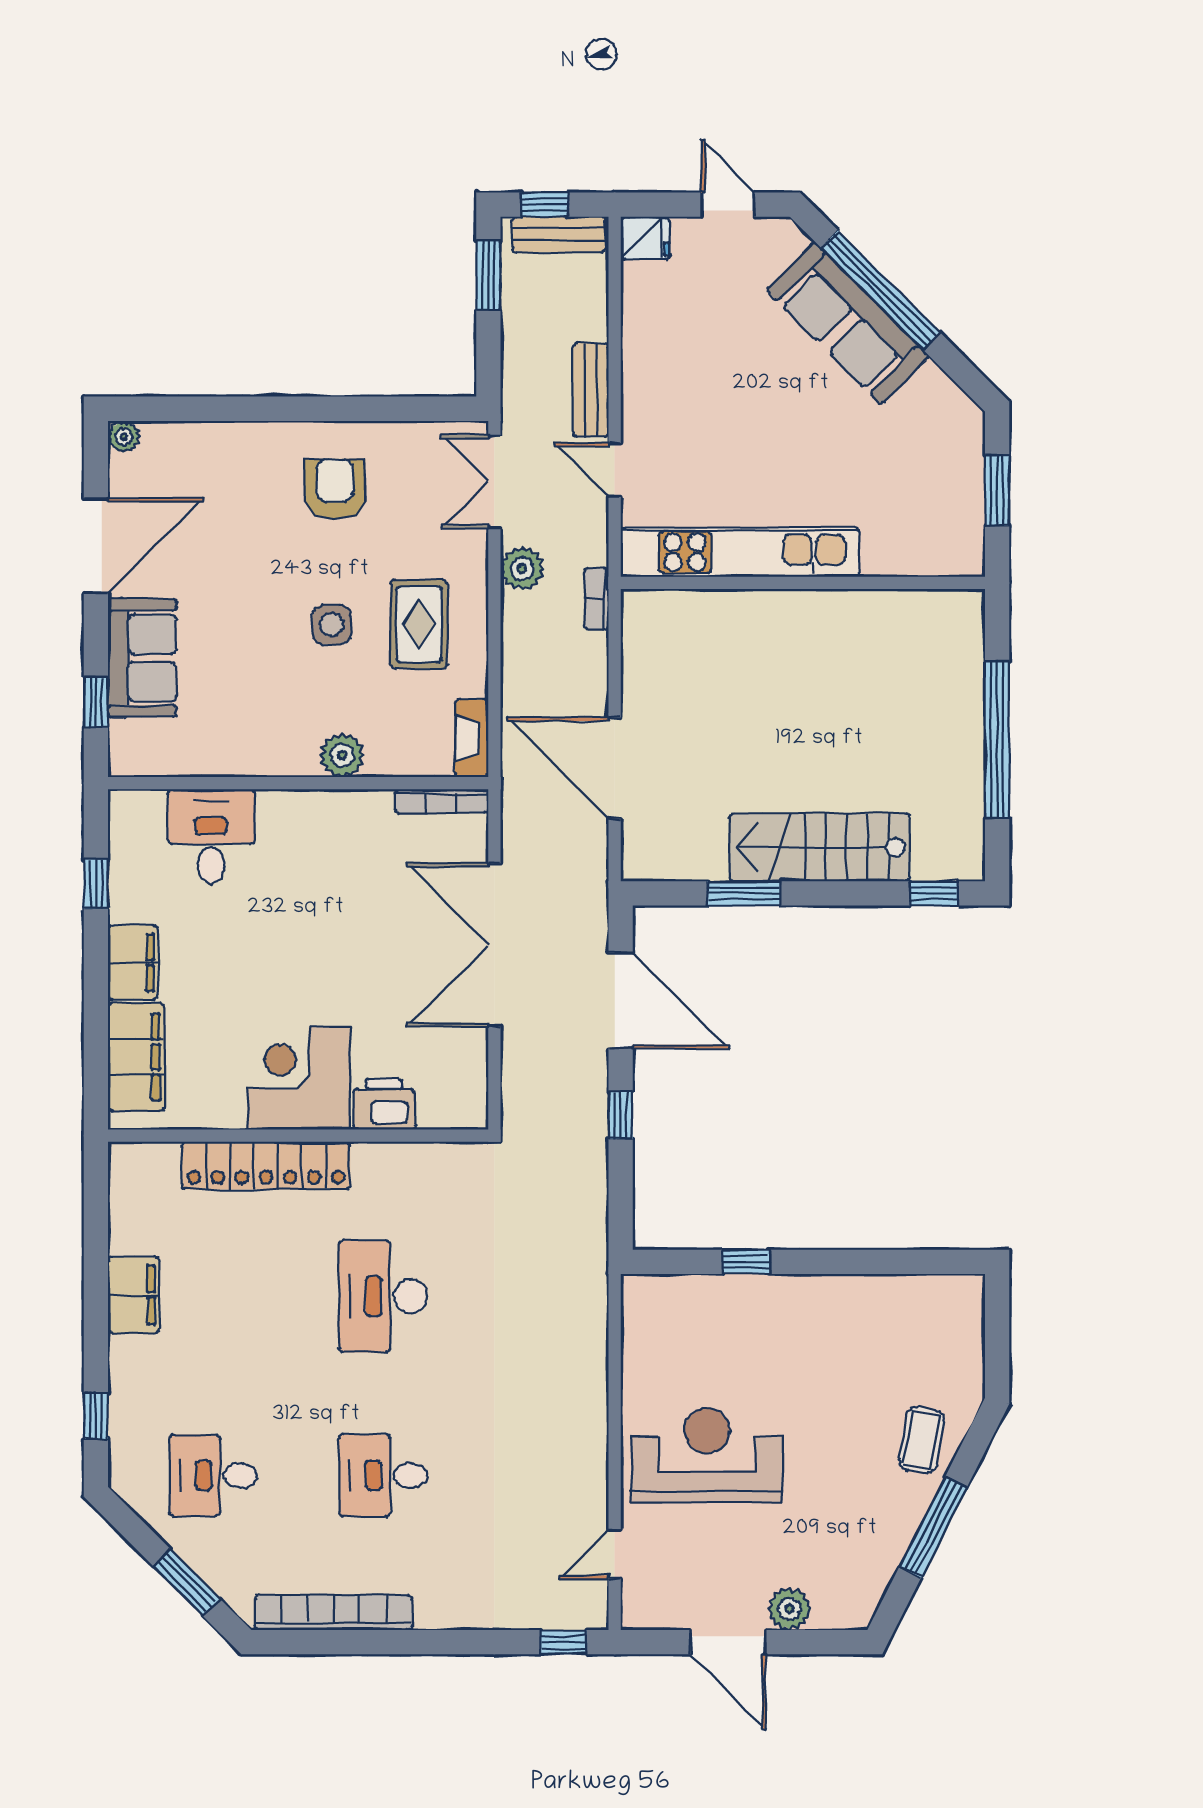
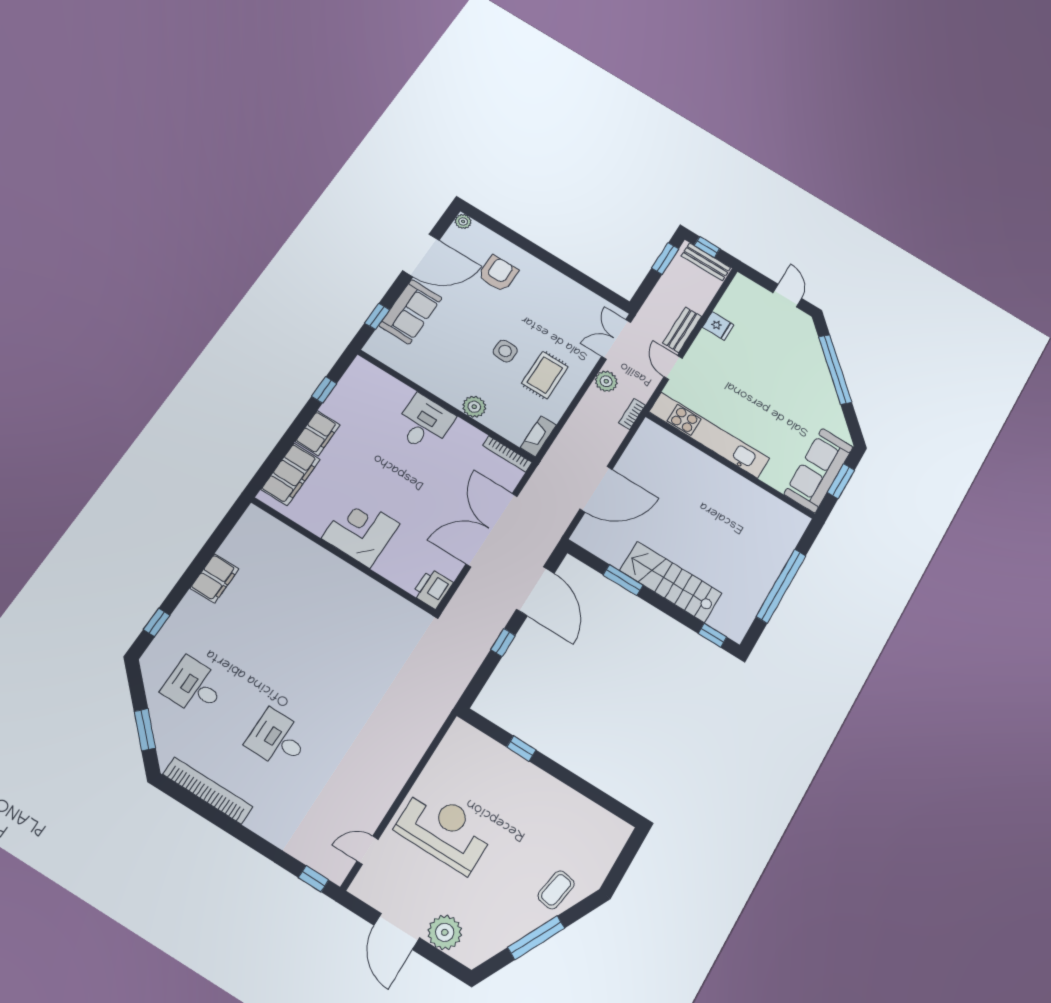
fridge: (645, 239) -> (718, 326), moved
sofa: (848, 323) -> (819, 470), moved, turned 45
armchair: (335, 489) -> (498, 274), moved
door: (615, 768) -> (596, 489), swing flipped
desk: (211, 836) -> (424, 423), moved
printer: (384, 1104) -> (432, 589), moved, turned -90
locker: (266, 1165) -> (319, 560), removed
desk: (383, 1296) -> (334, 654), removed
plant: (789, 1609) -> (445, 932), width x1.36, depth x1.36

